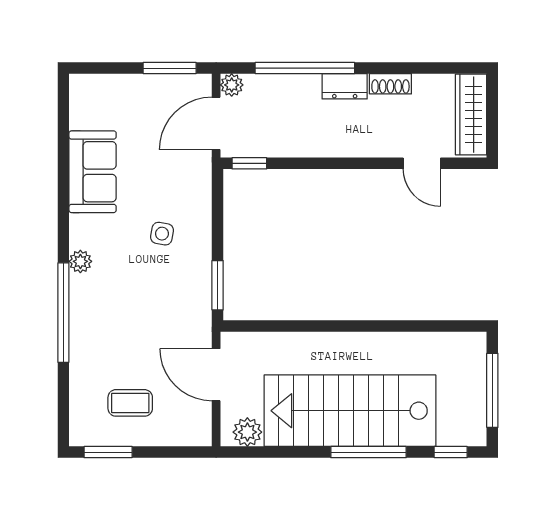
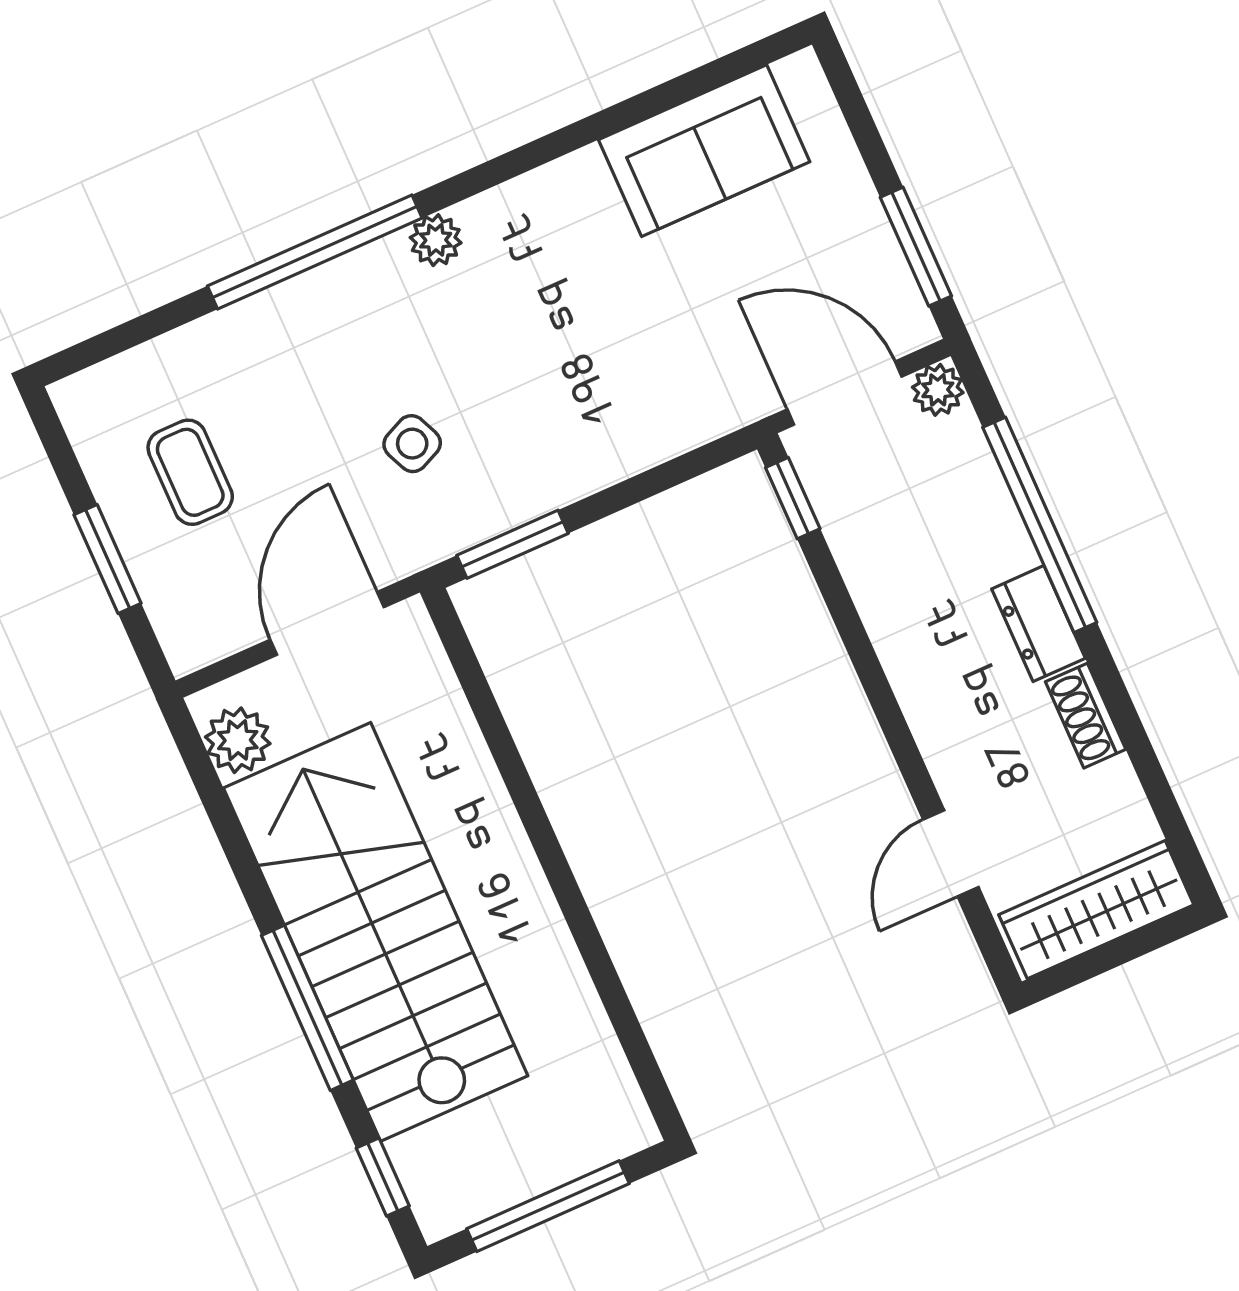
sofa: (93, 172) -> (704, 151), moved
side table: (162, 234) -> (412, 444), moved, turned -34
window: (108, 452) -> (108, 559), moved

